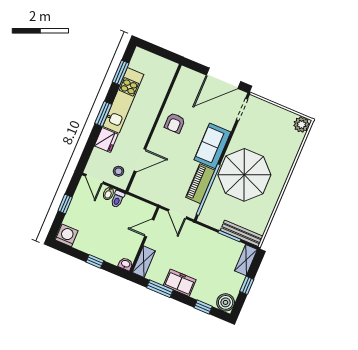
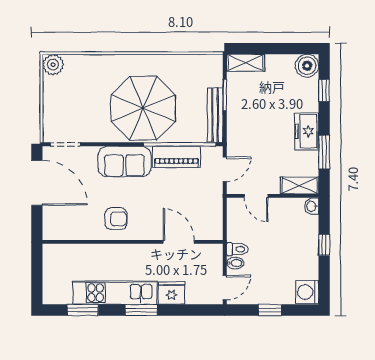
stool: (119, 171) -> (203, 262), removed
bench: (242, 233) -> (215, 115), moved
window: (247, 285) -> (276, 49), removed

